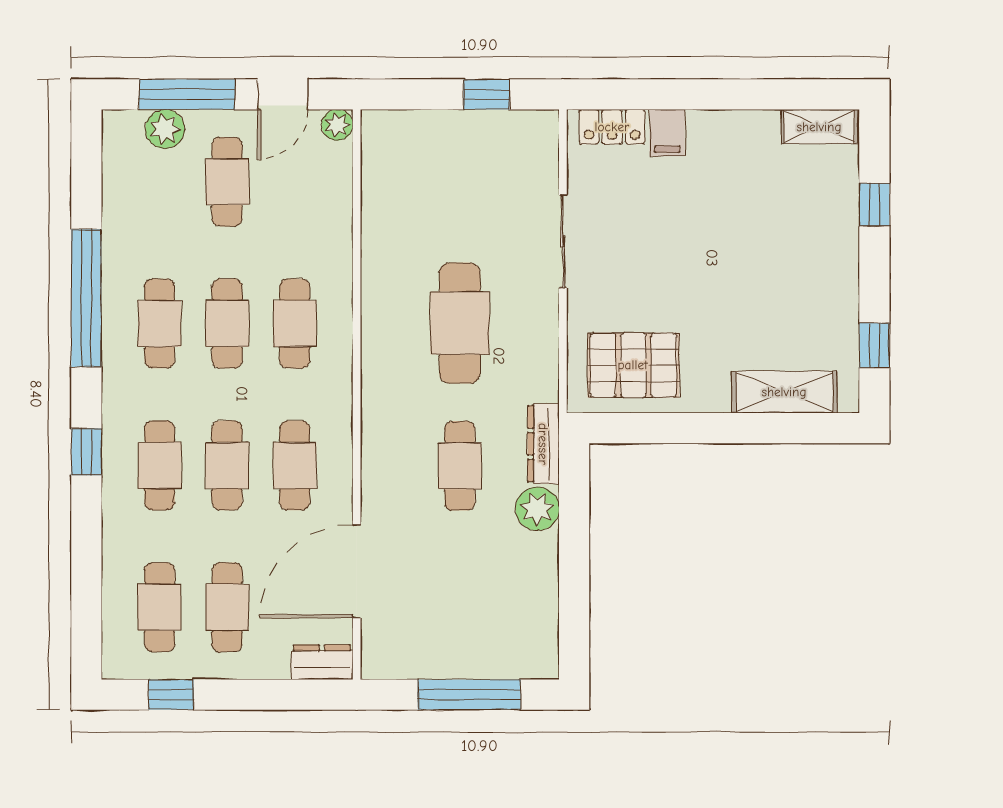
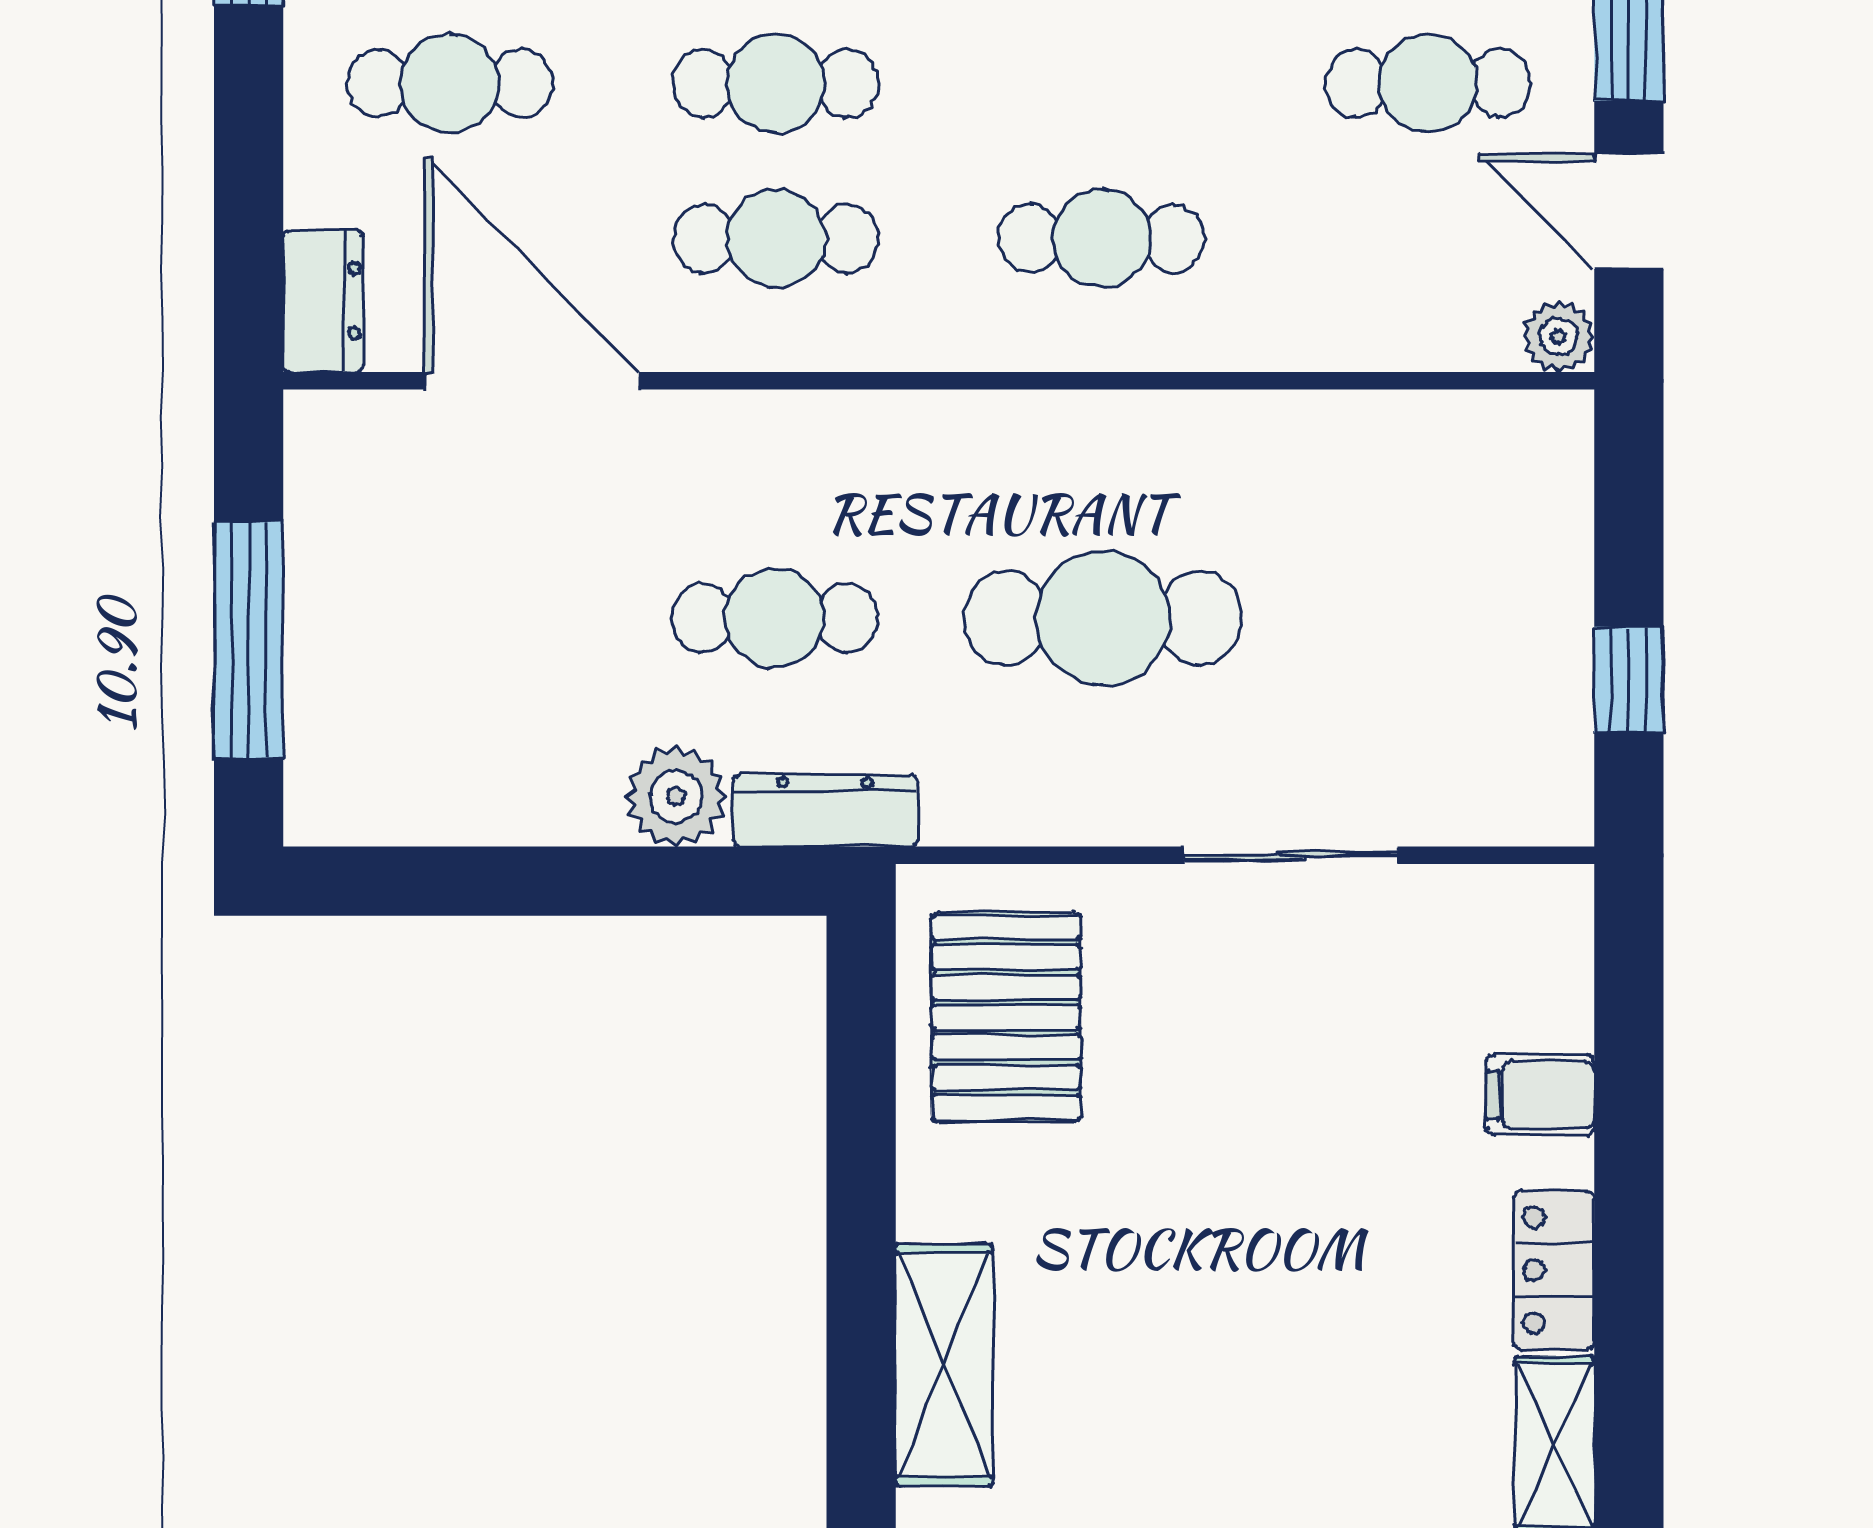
locker: (612, 127) -> (1554, 1270), moved
cafe table: (227, 324) -> (1102, 83), removed

